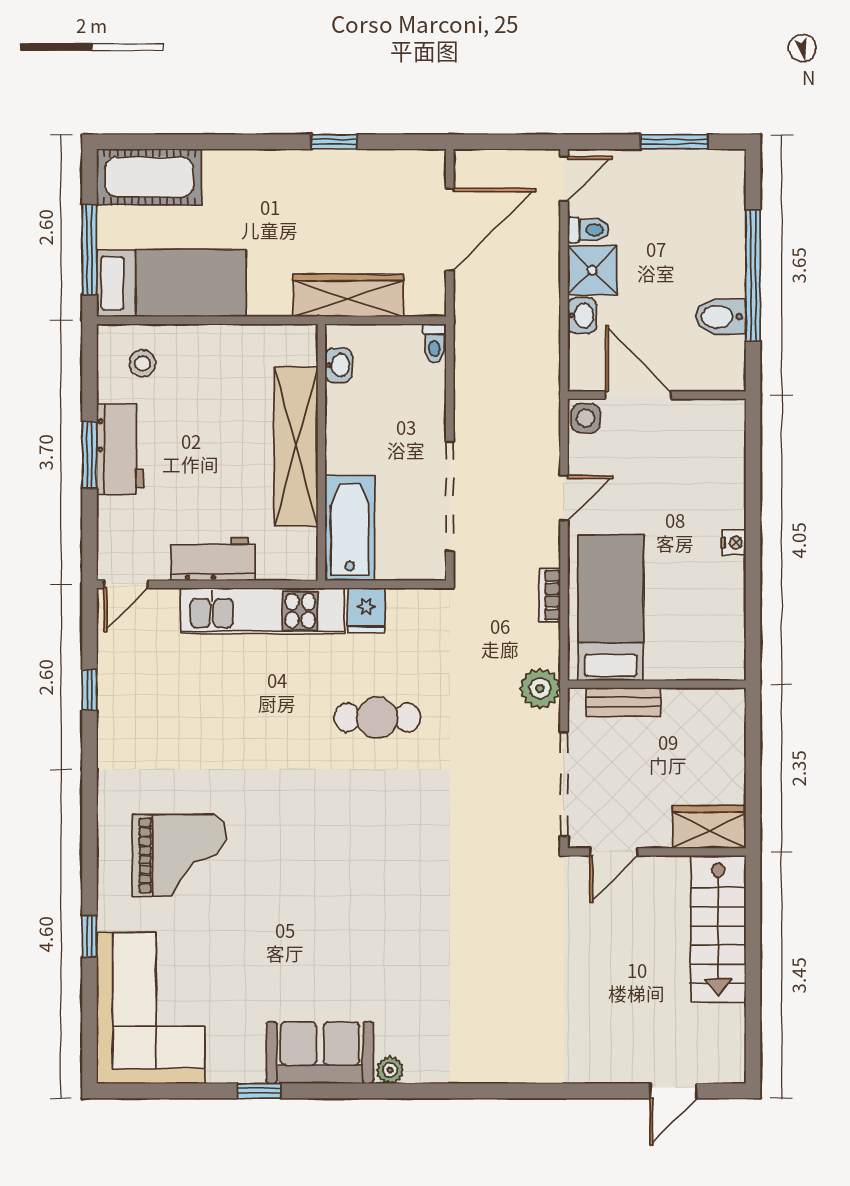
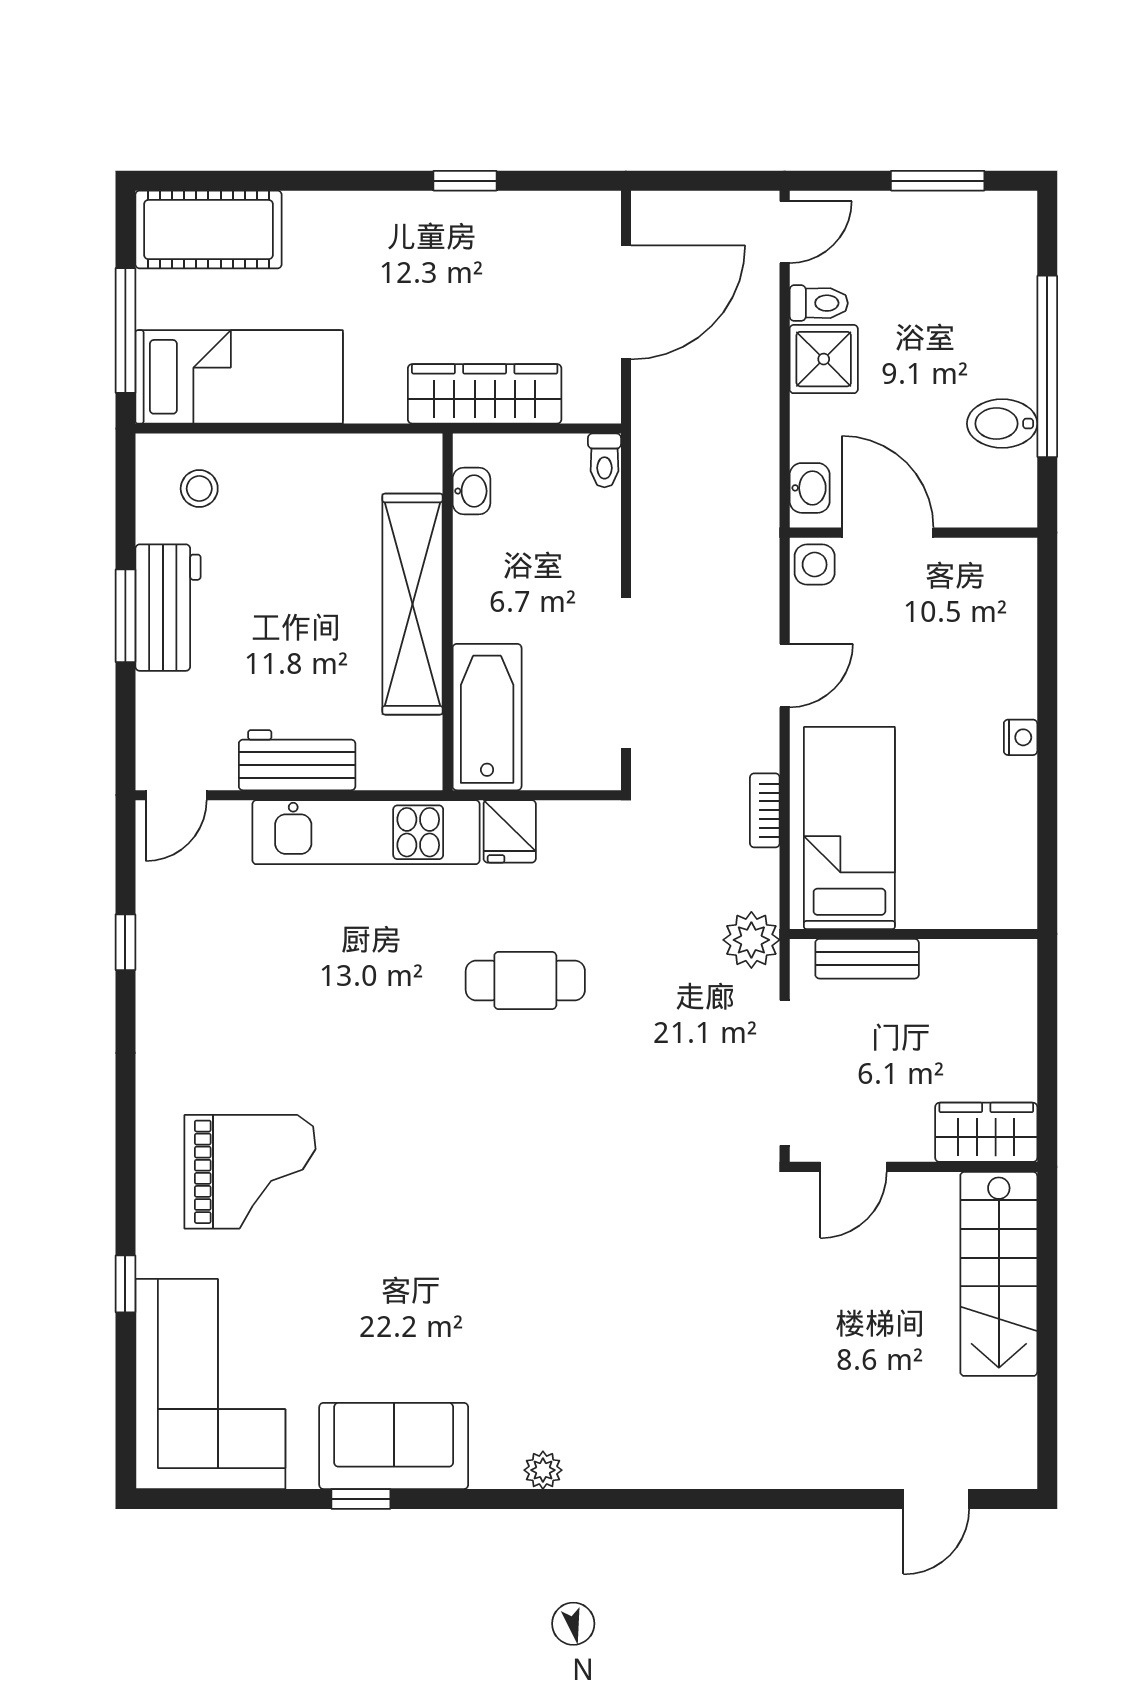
washbasin: (582, 316) -> (810, 488), moved
sofa: (320, 1053) -> (394, 1446), moved

